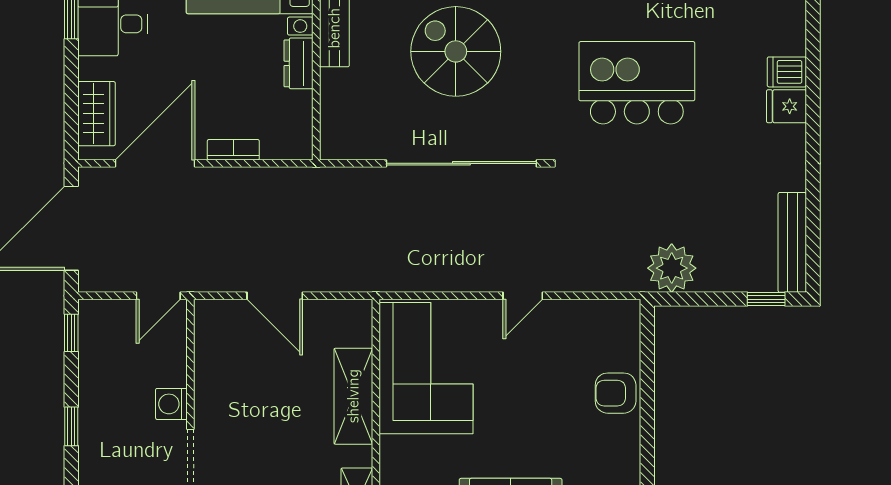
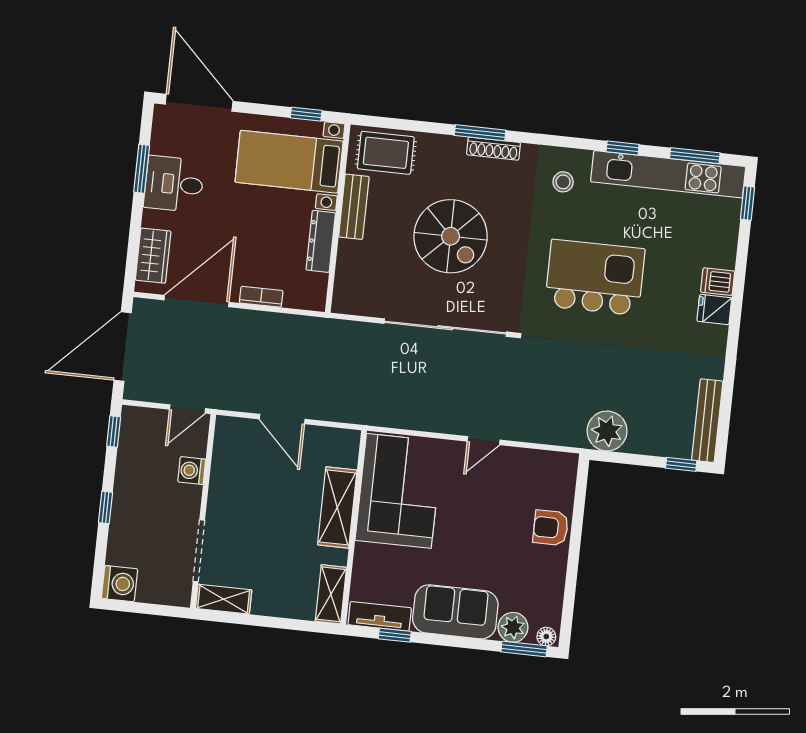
spiral stairs: (456, 51) -> (451, 236), turned 180
dresser: (299, 63) -> (321, 241), width x1.44
washing machine: (171, 404) -> (192, 471), moved

